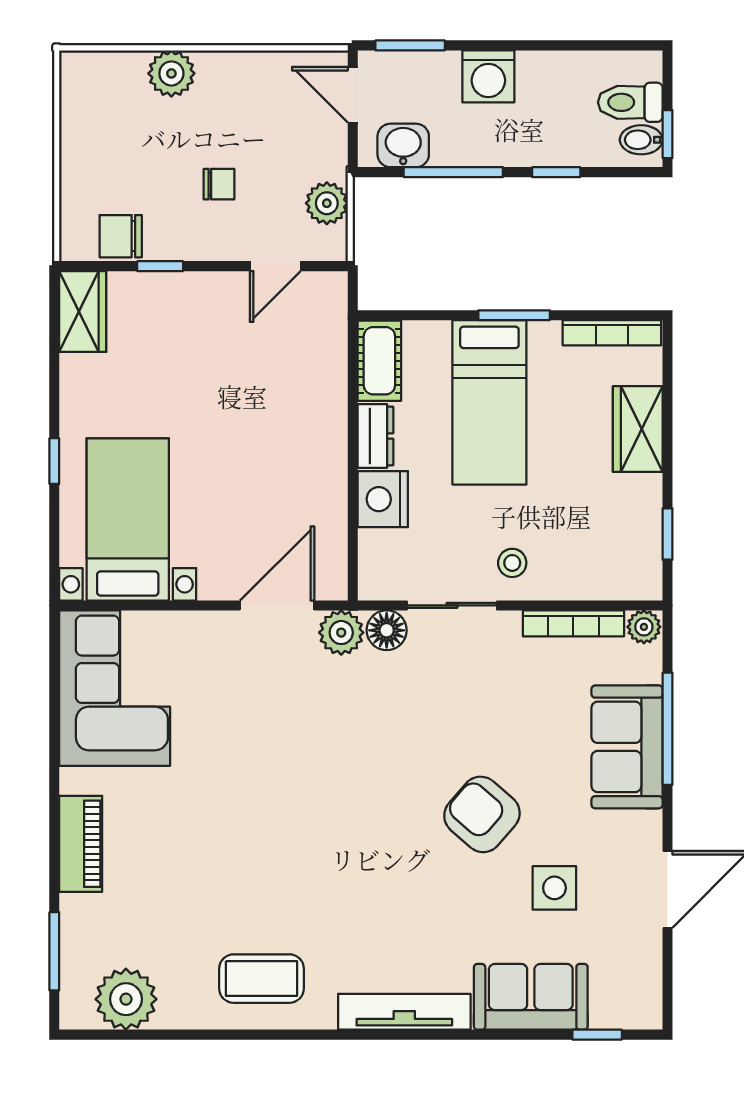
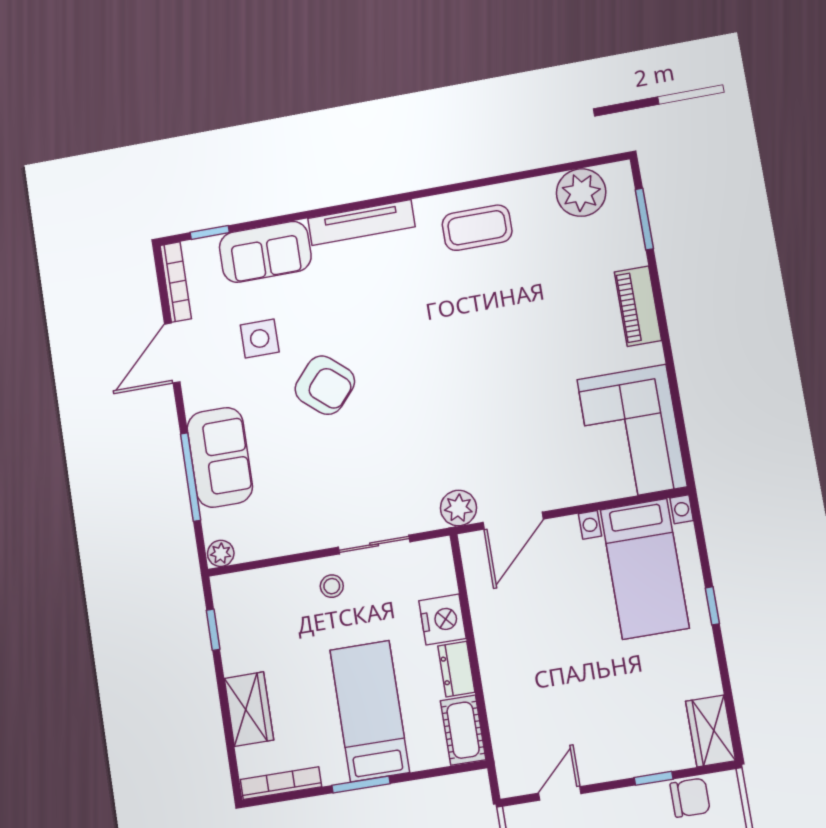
bookcase: (573, 623) -> (176, 282), moved, turned 90
floor lamp: (387, 630) -> (423, 516), removed

